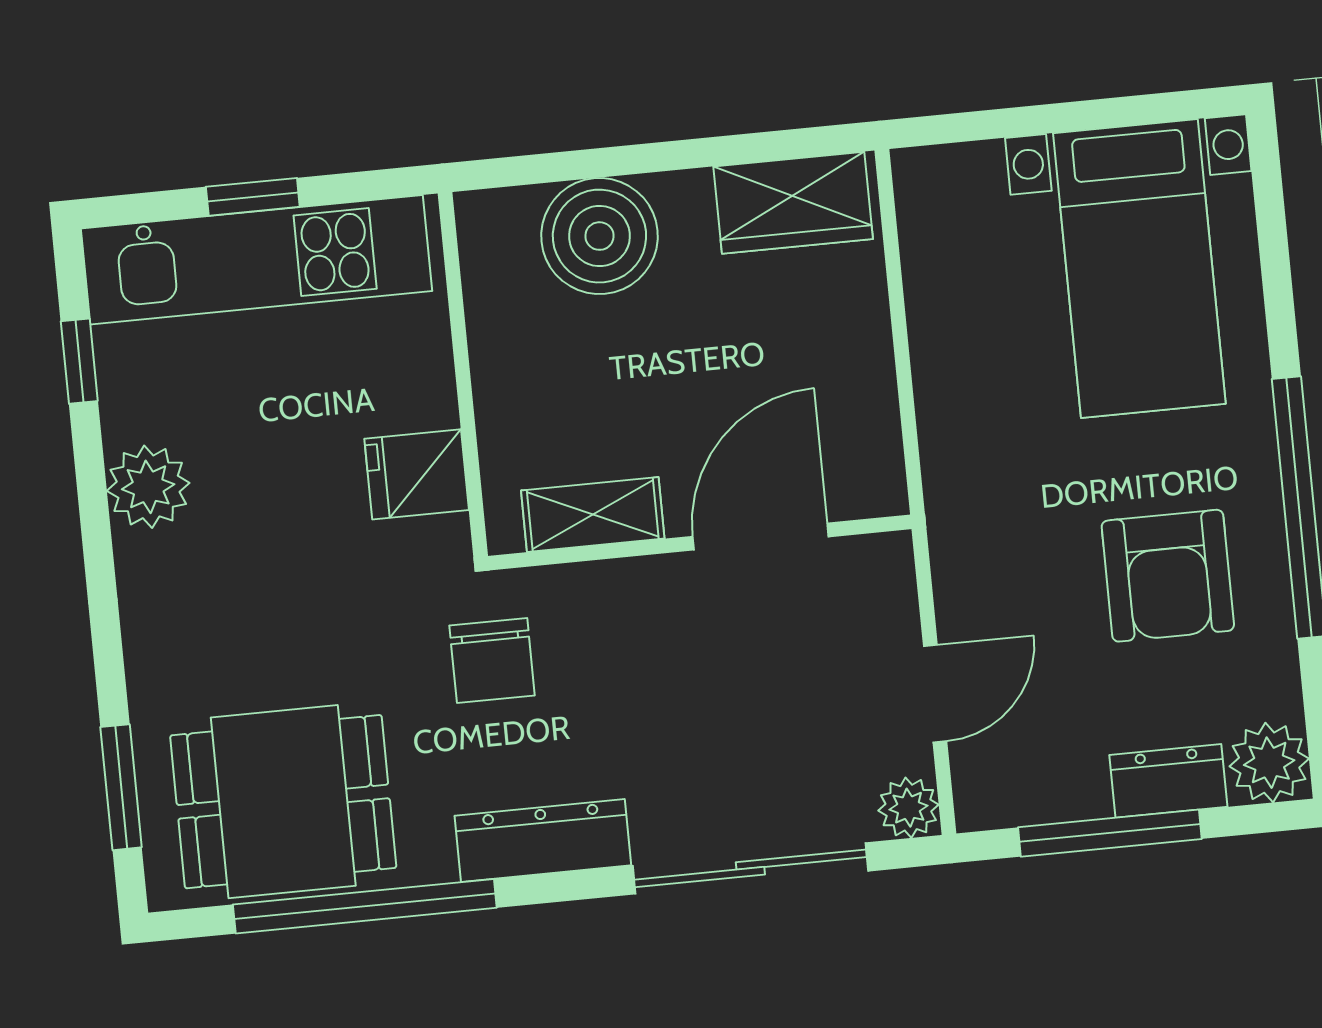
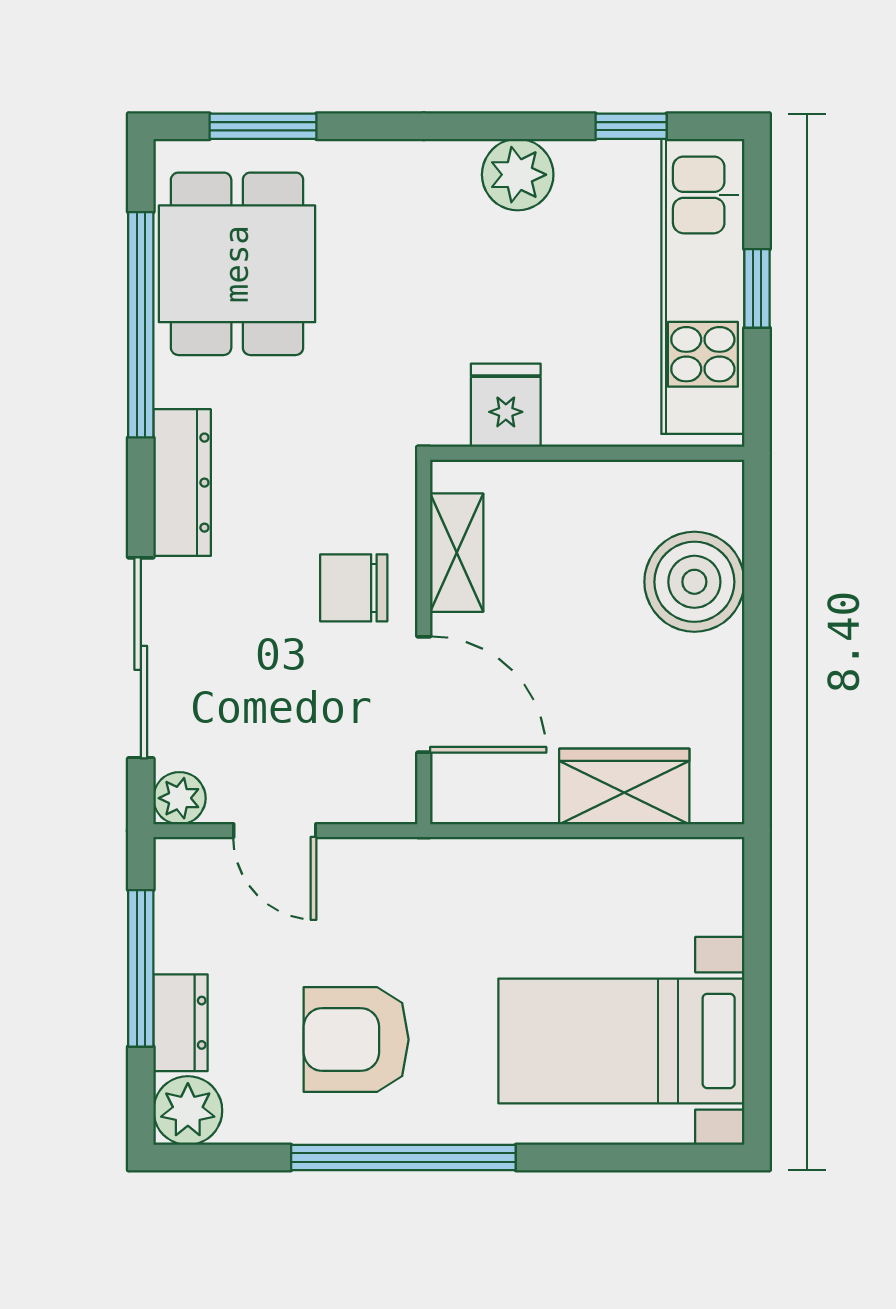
wardrobe: (793, 203) -> (624, 786), moved, turned 90
chair: (492, 661) -> (354, 588), moved

